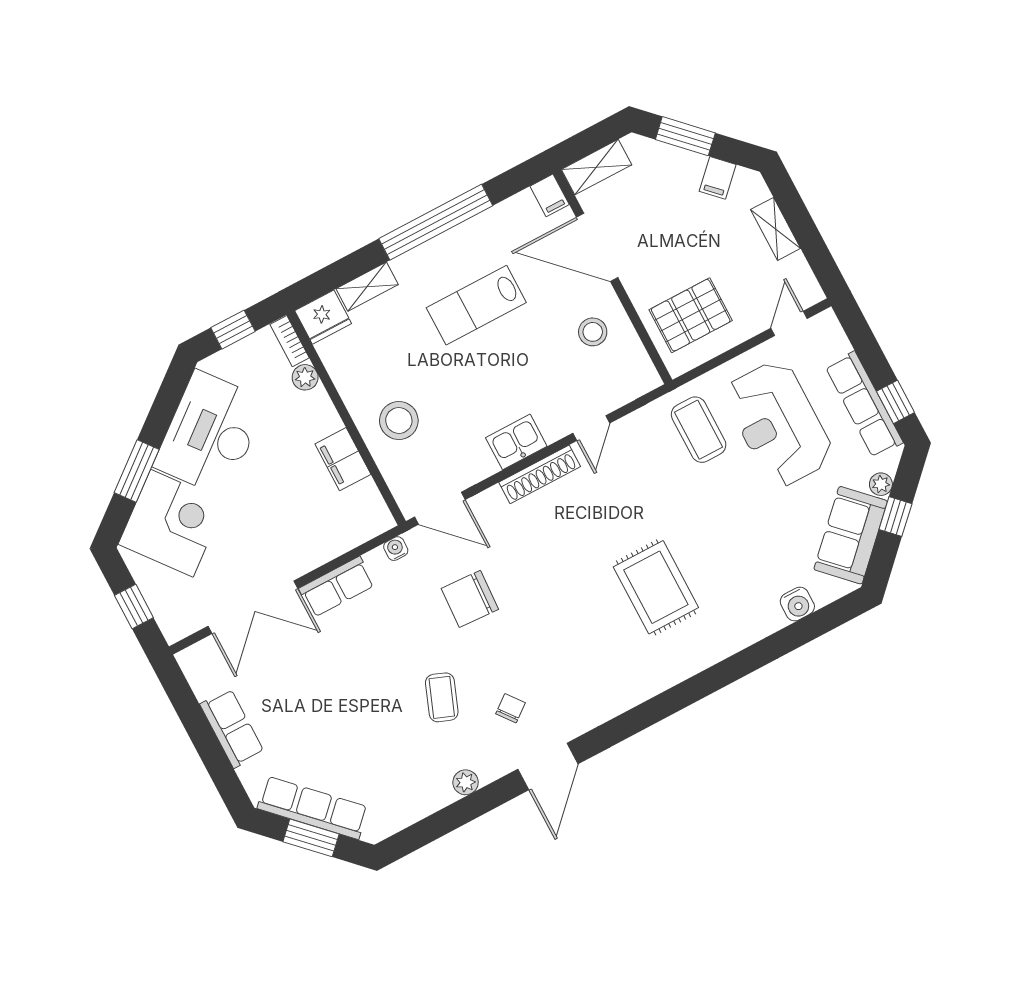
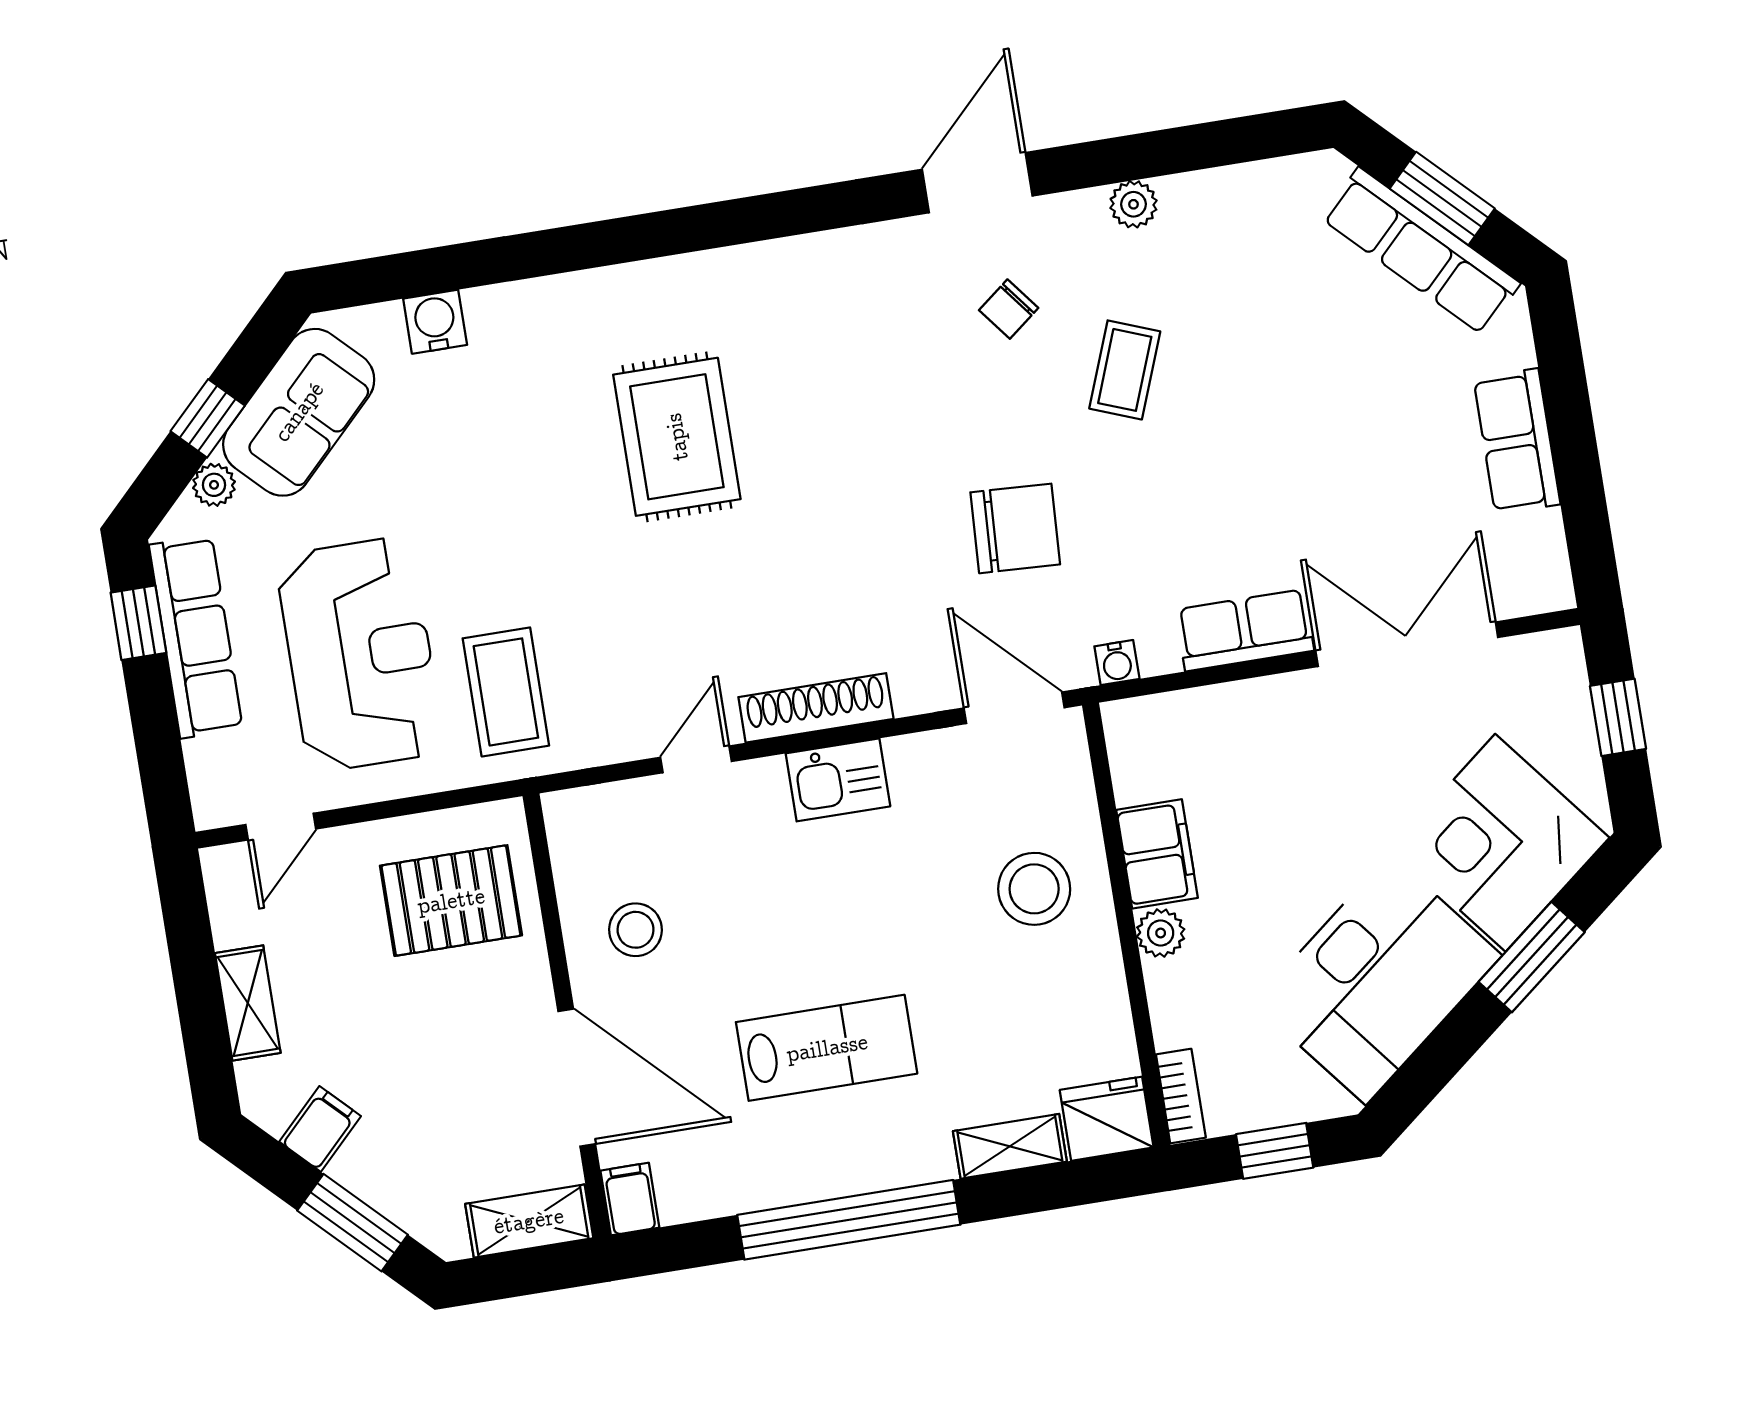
plant: (305, 377) -> (1161, 933), moved

